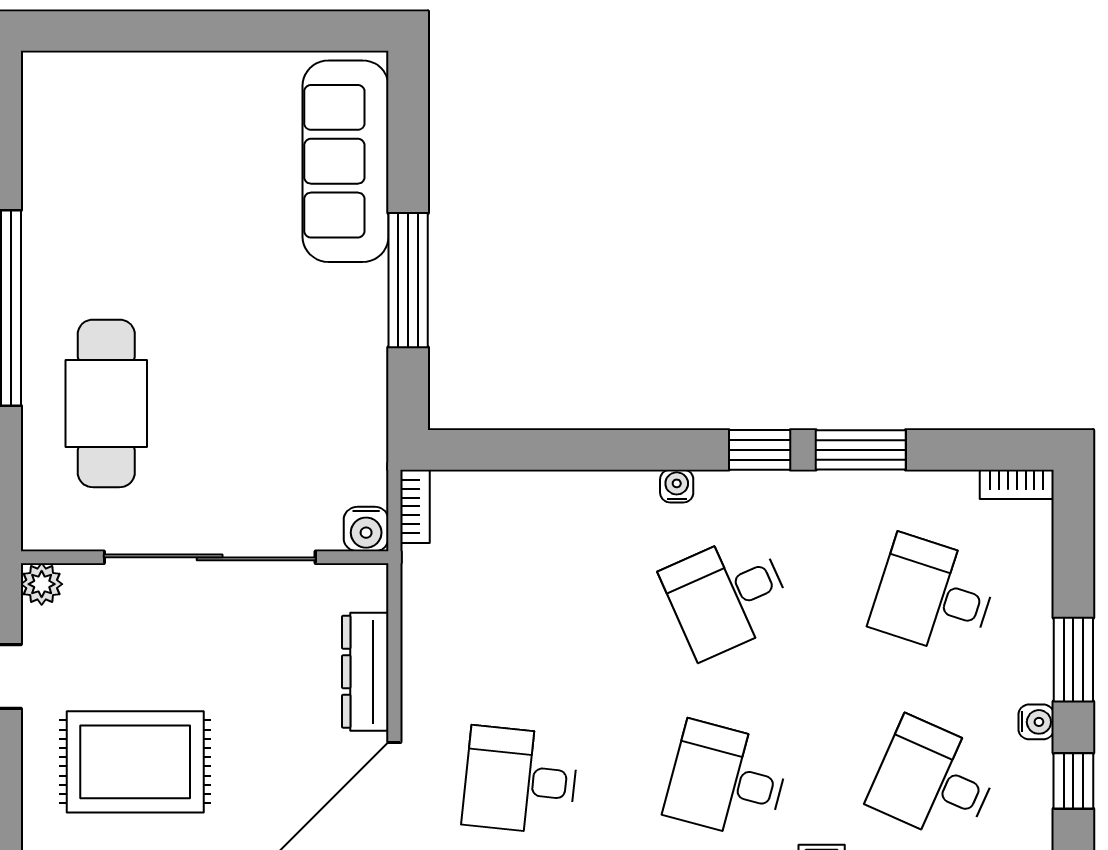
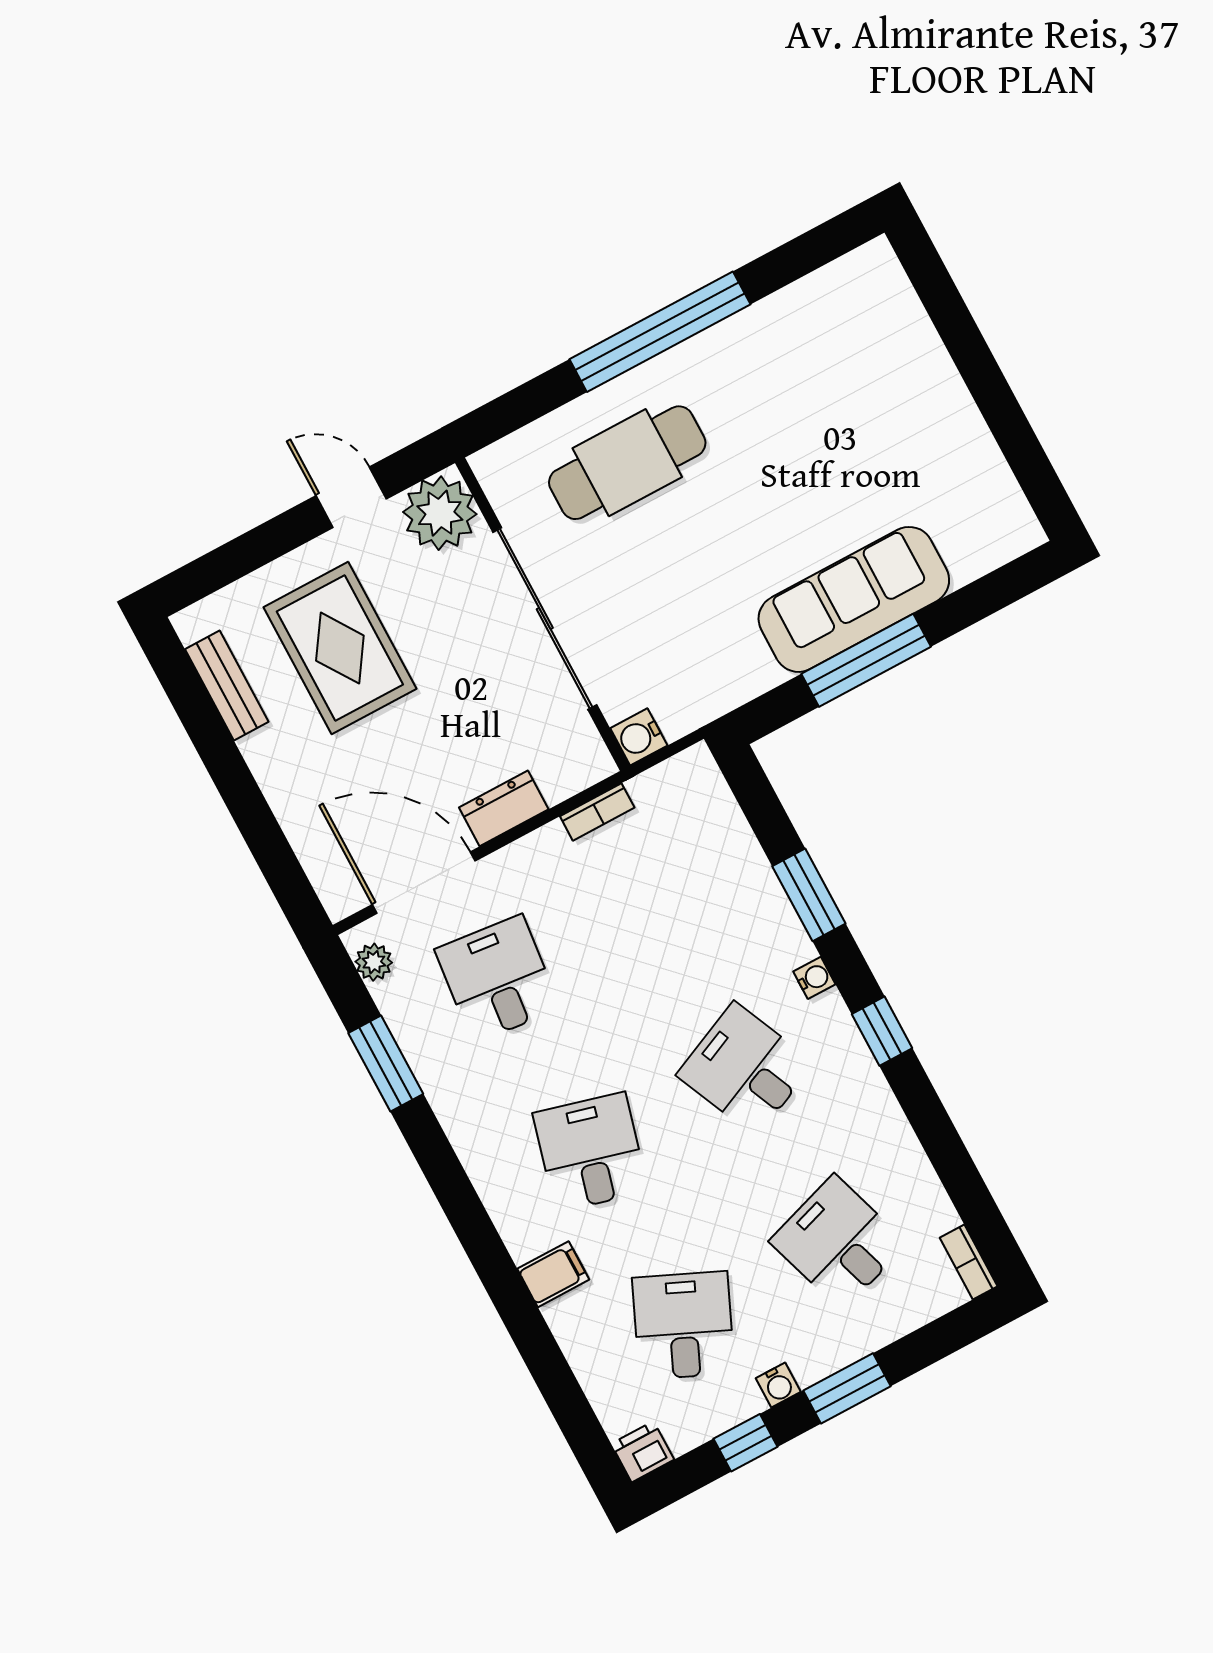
sofa: (346, 161) -> (854, 599), moved
window: (861, 450) -> (809, 895), moved
bookcase: (415, 506) -> (597, 812), moved
plant: (42, 584) -> (440, 513), width x1.87, depth x1.87
desk: (934, 596) -> (838, 1242), turned -36
dresser: (365, 672) -> (504, 808), width x0.70

